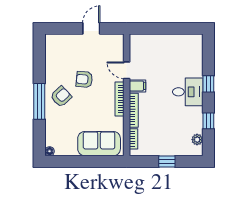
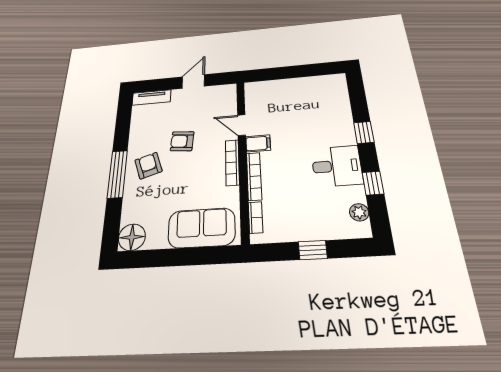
tv unit: (59, 40) -> (151, 98), added
desk: (188, 92) -> (337, 166), moved
armchair: (61, 97) -> (148, 166), turned -65
floor lamp: (50, 151) -> (132, 237), width x1.89, depth x1.89

